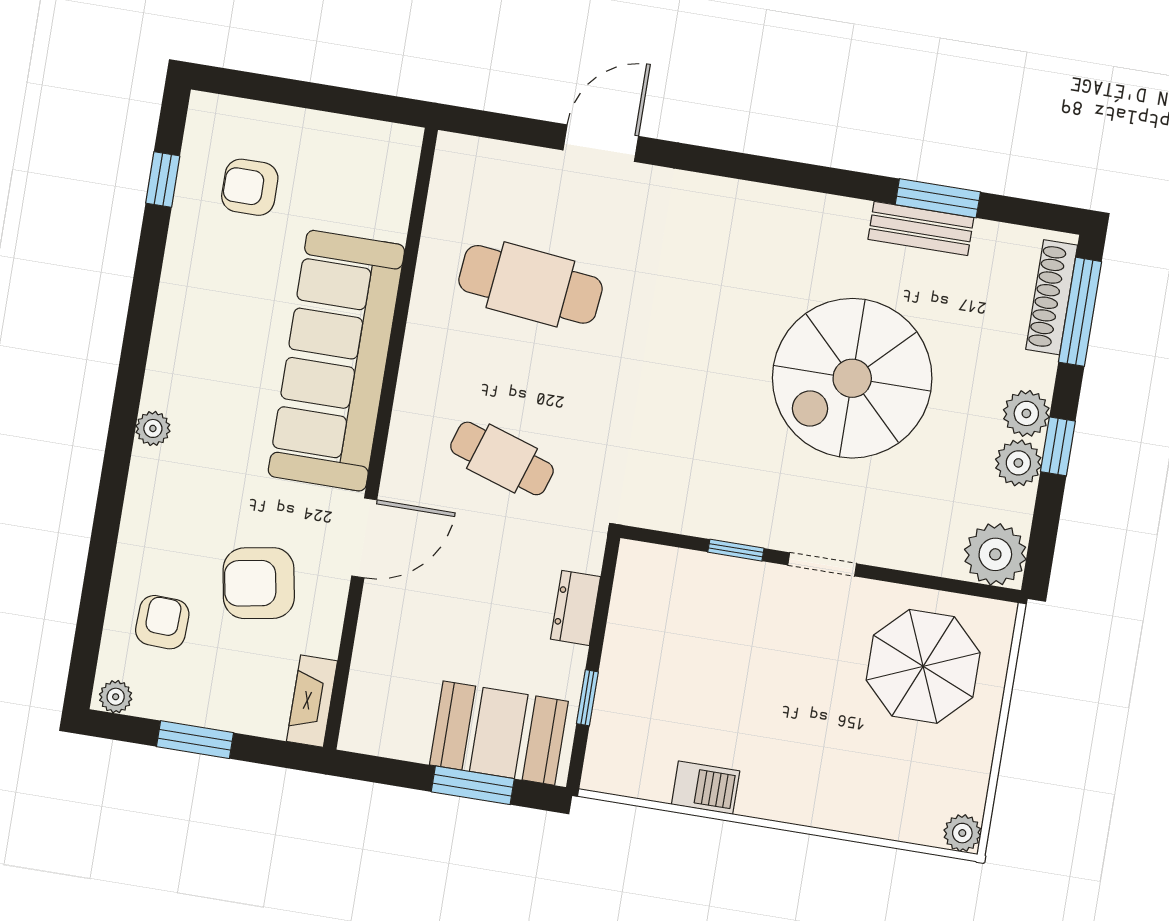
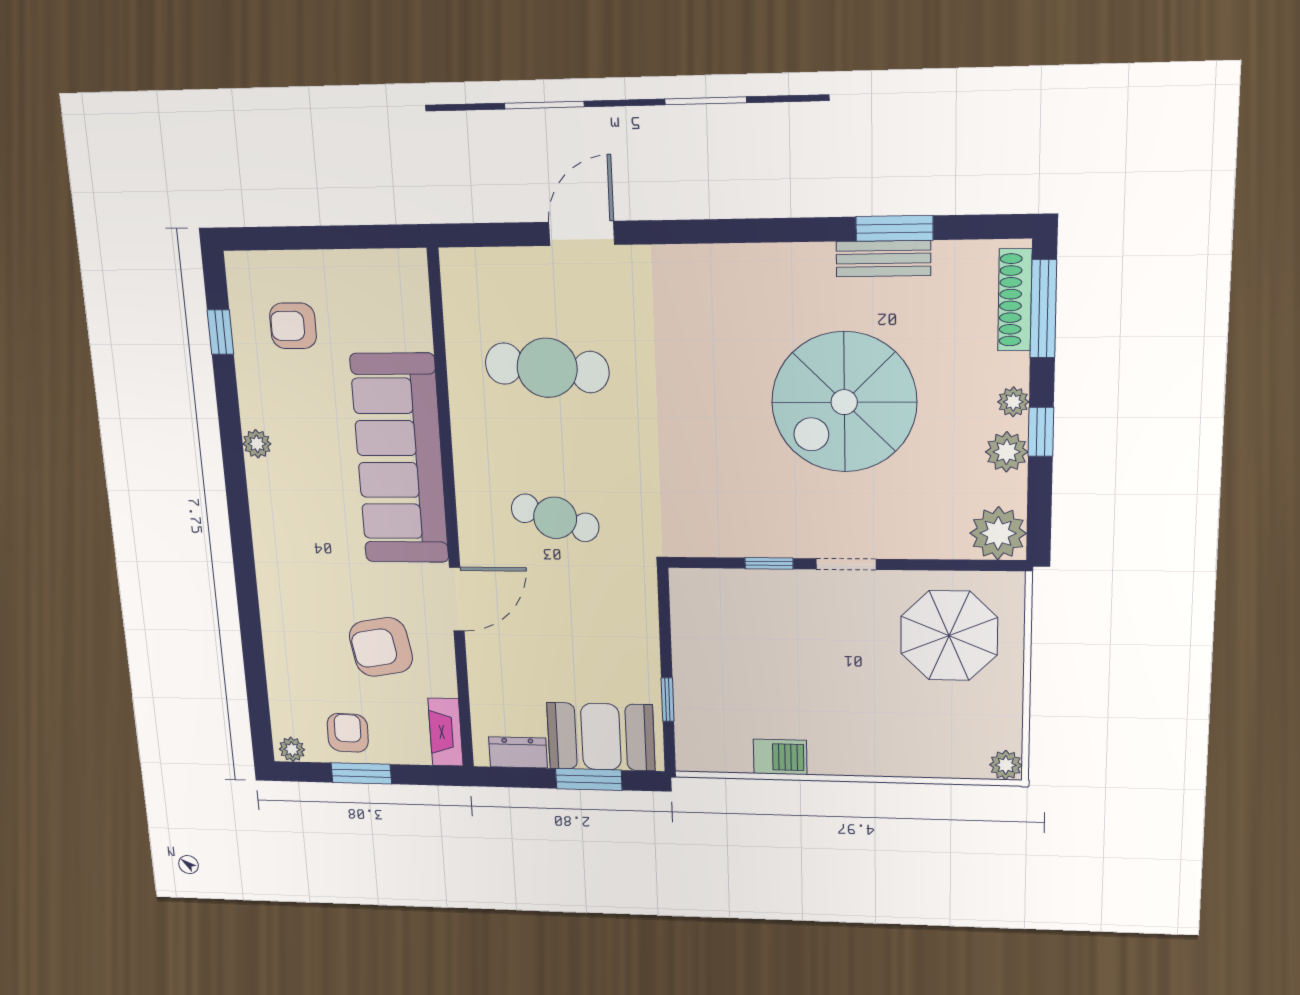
plant: (1026, 413) -> (1013, 402), width x0.73, depth x0.73
plant: (153, 428) -> (257, 444), moved
dresser: (576, 608) -> (518, 752), moved, turned 90
armchair: (162, 622) -> (348, 733), moved

